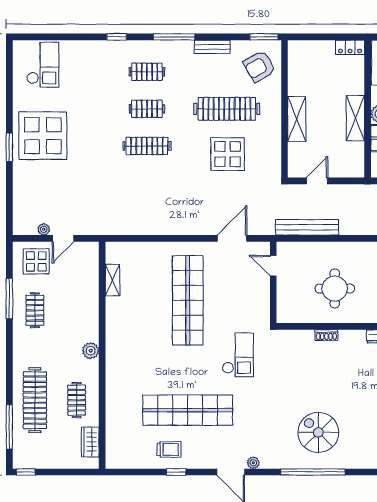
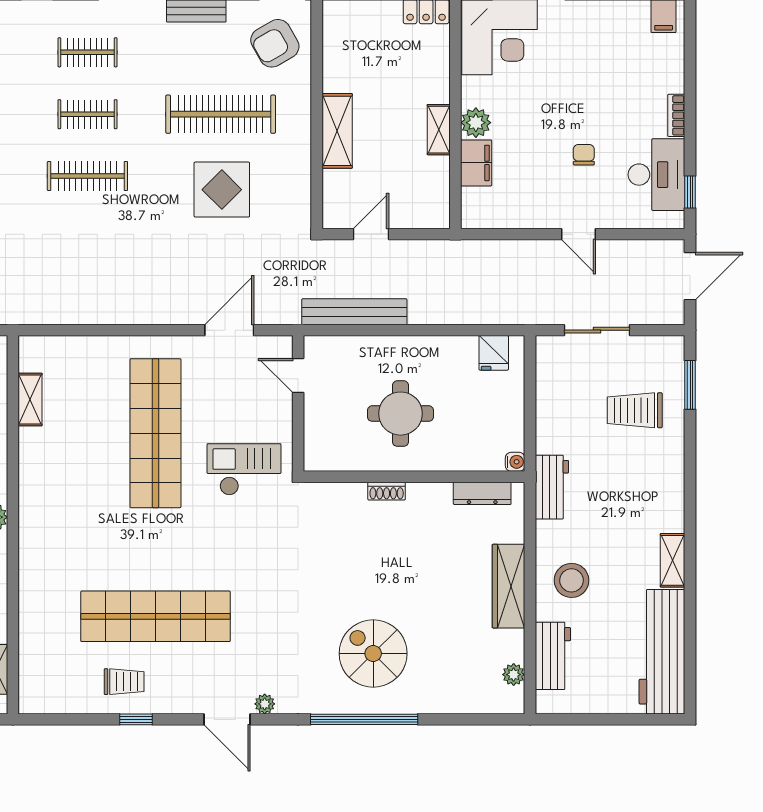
shelving: (355, 118) -> (439, 130), width x0.67, depth x0.75
checkout: (238, 355) -> (244, 469), moved, turned -90

